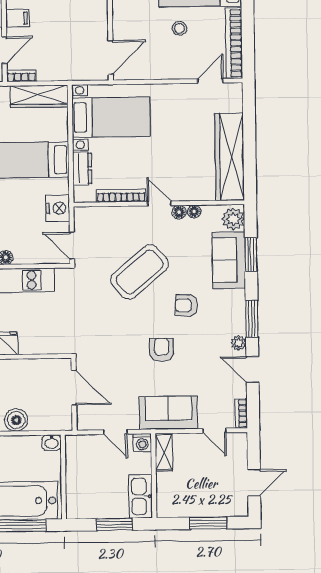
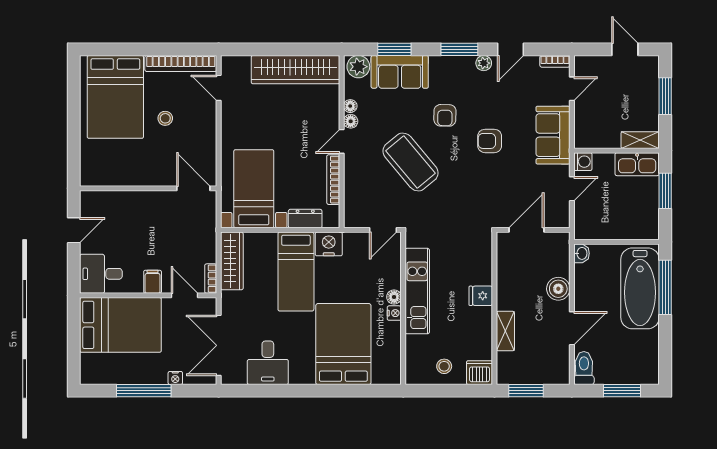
nightstand: (58, 208) -> (329, 244), moved
shelving: (164, 452) -> (640, 140), moved

